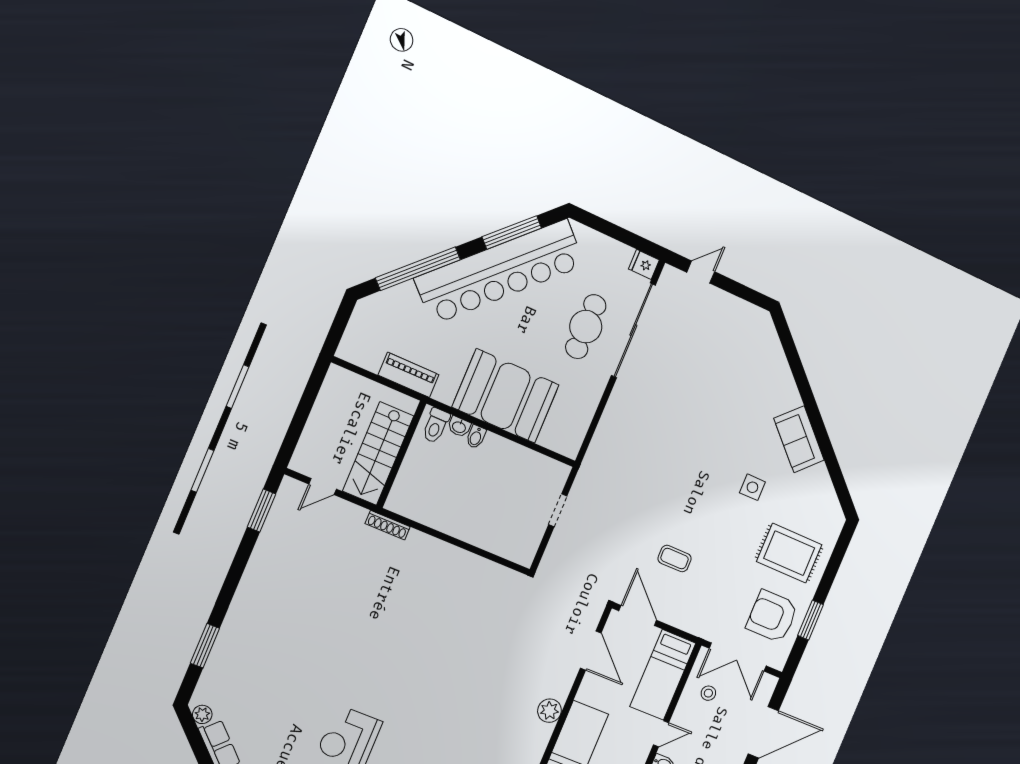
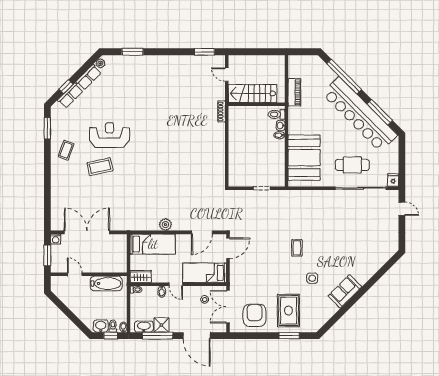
booth: (506, 396) -> (304, 158), moved
coffee table: (675, 559) -> (297, 248), moved
window: (810, 620) -> (289, 336), moved

